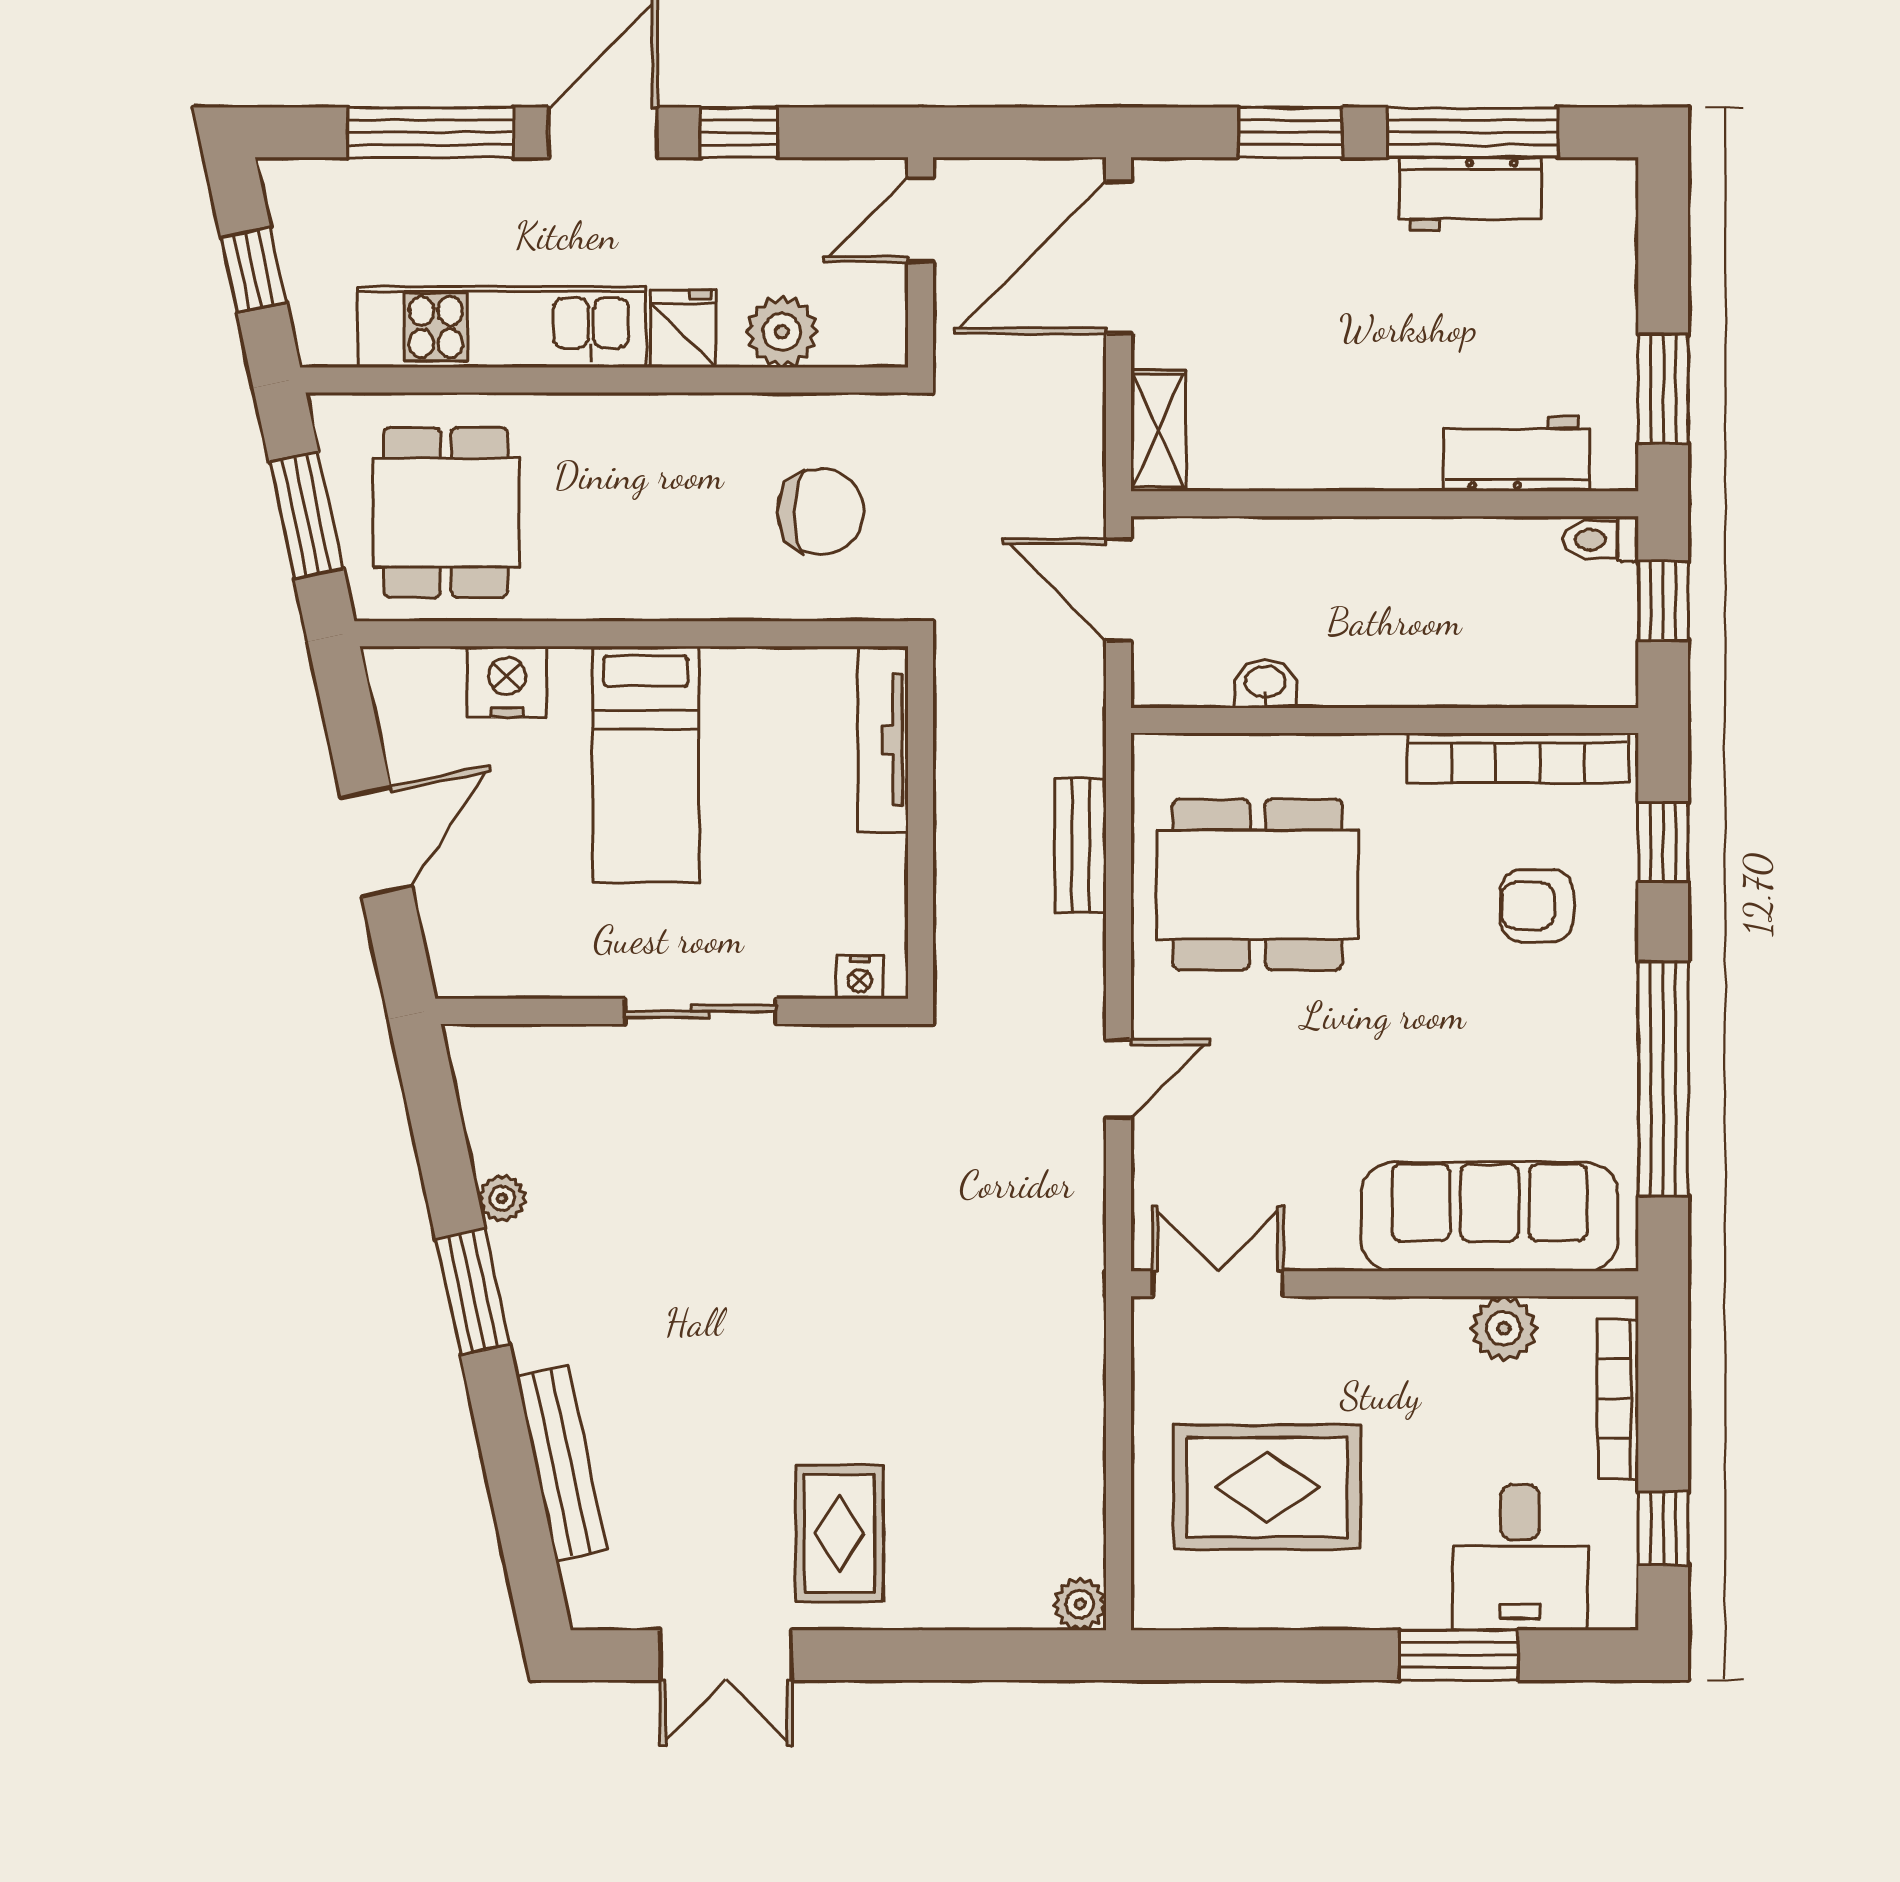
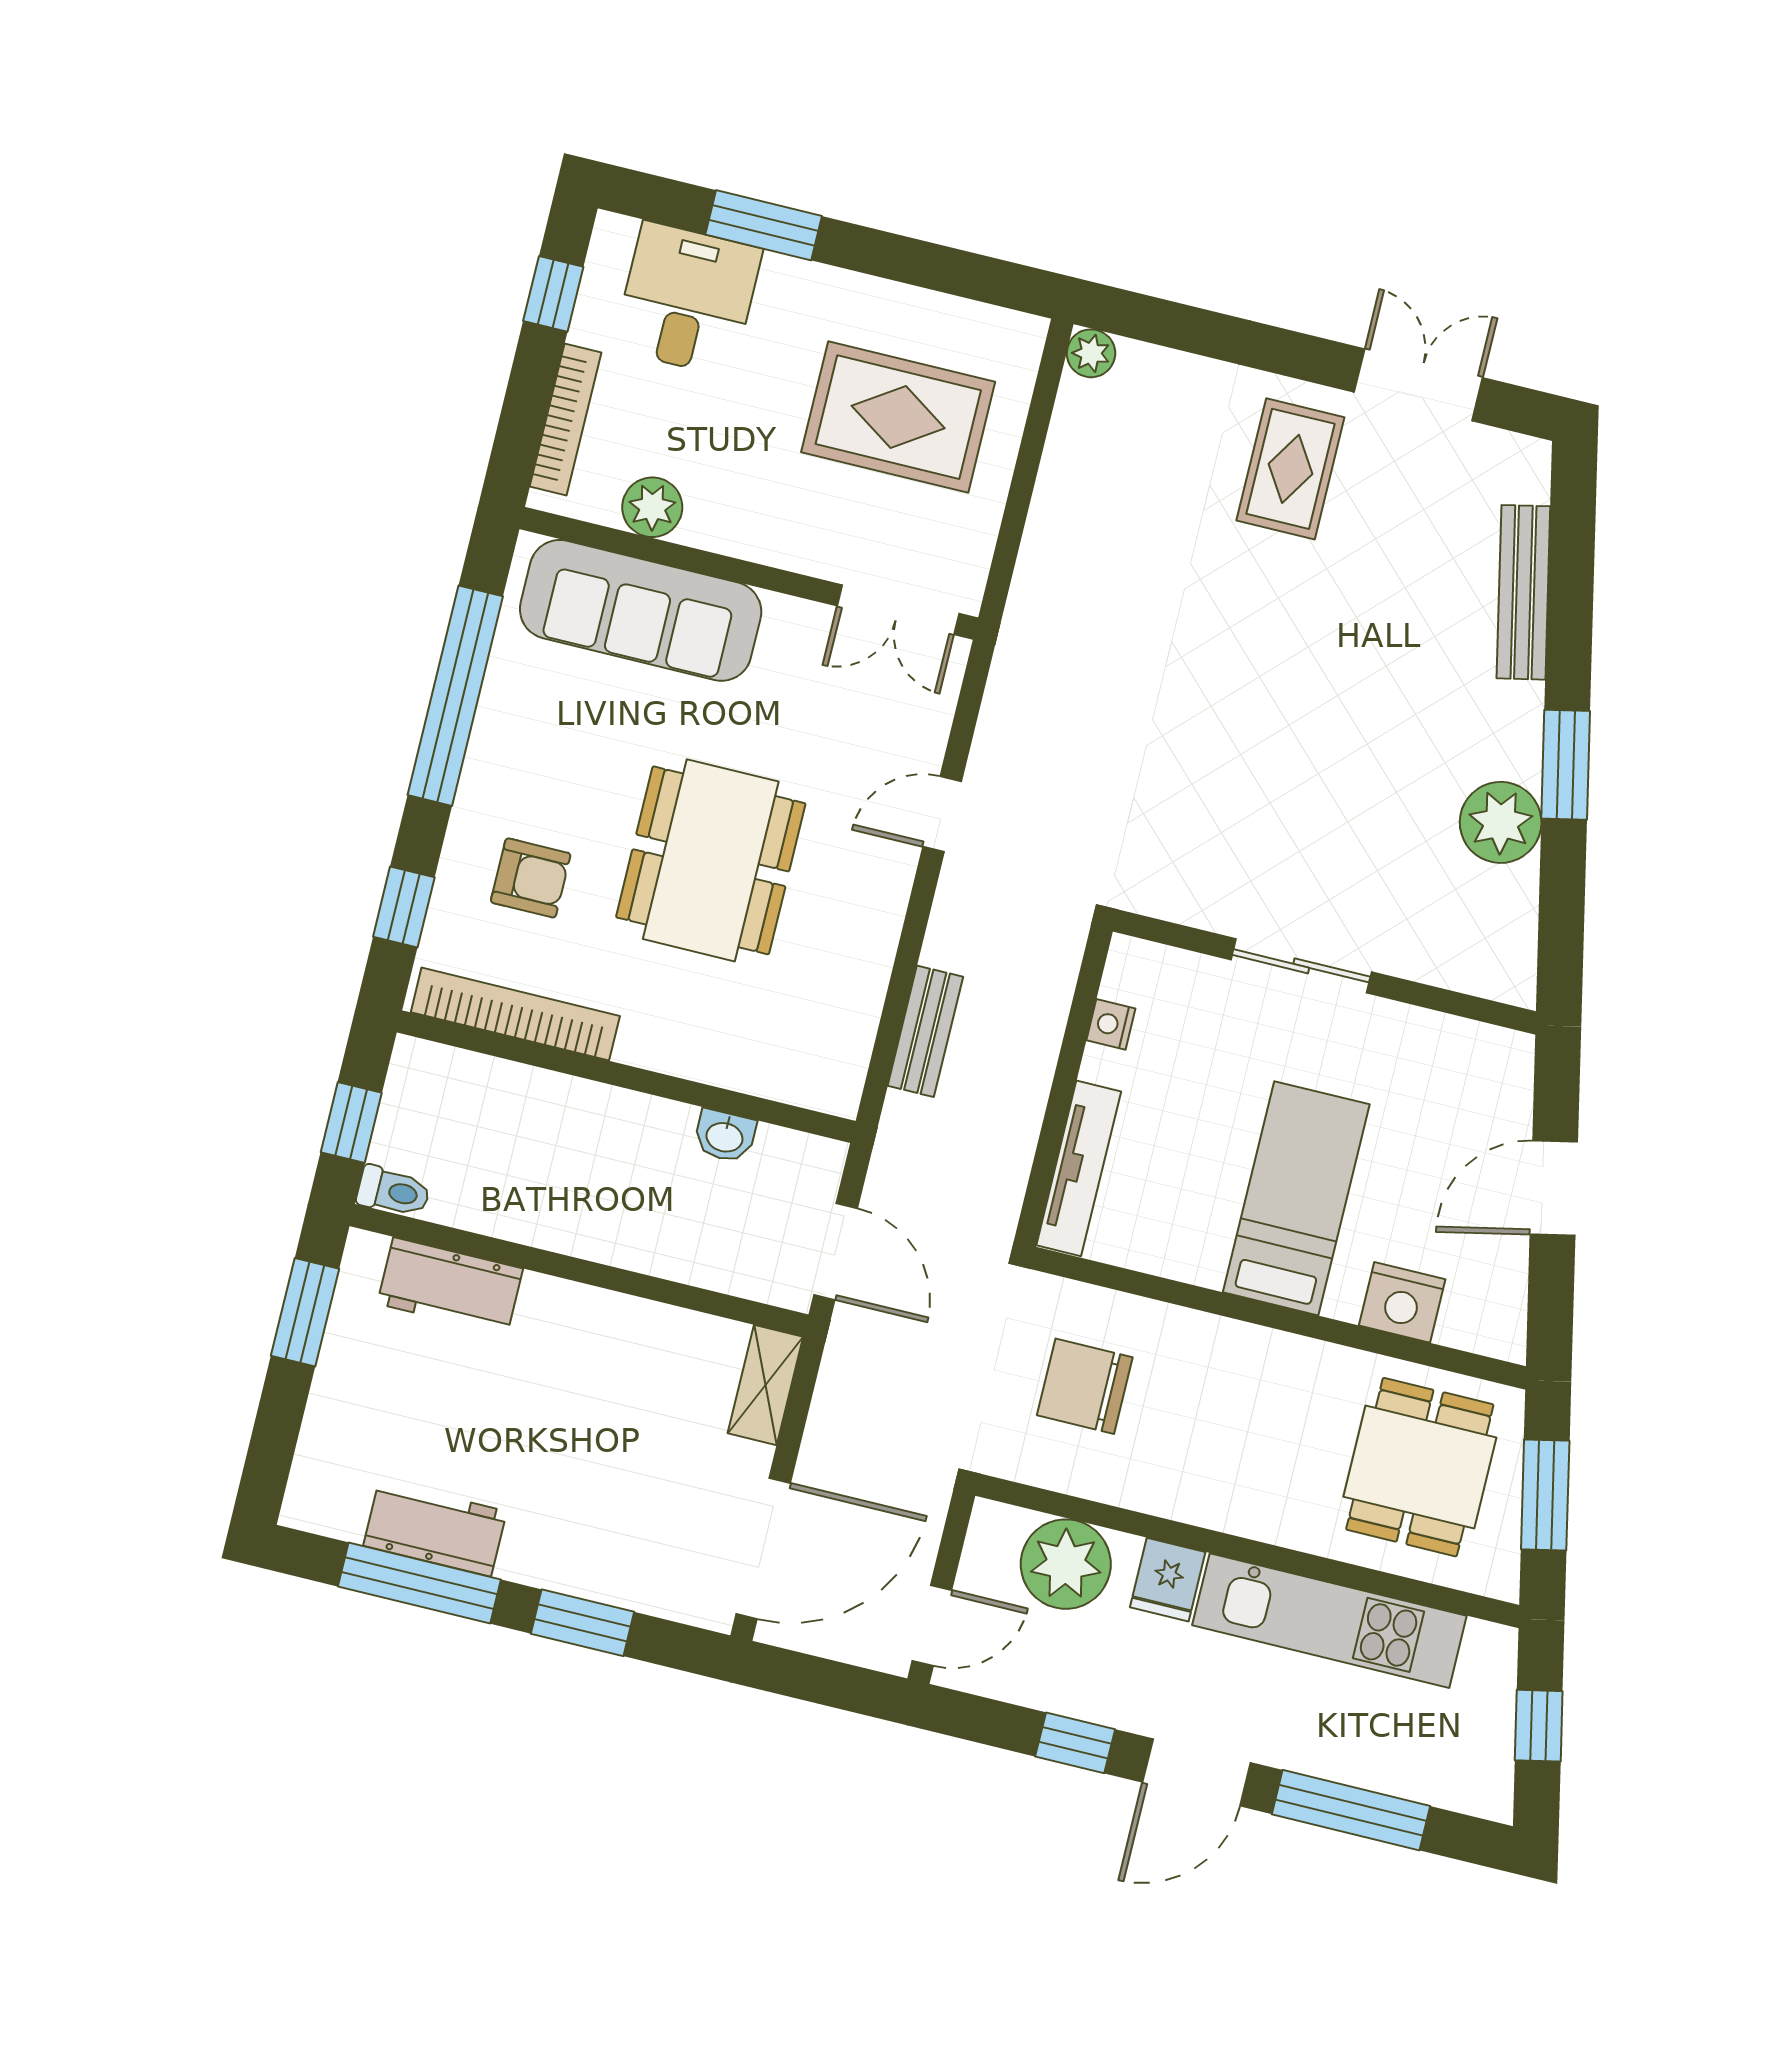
plant: (782, 332) -> (1066, 1564), width x1.36, depth x1.36
dining table: (1257, 885) -> (711, 860), moved, turned 90
nightstand: (860, 977) -> (1111, 1024), moved, turned -90
plant: (502, 1198) -> (1501, 822), width x1.88, depth x1.88

